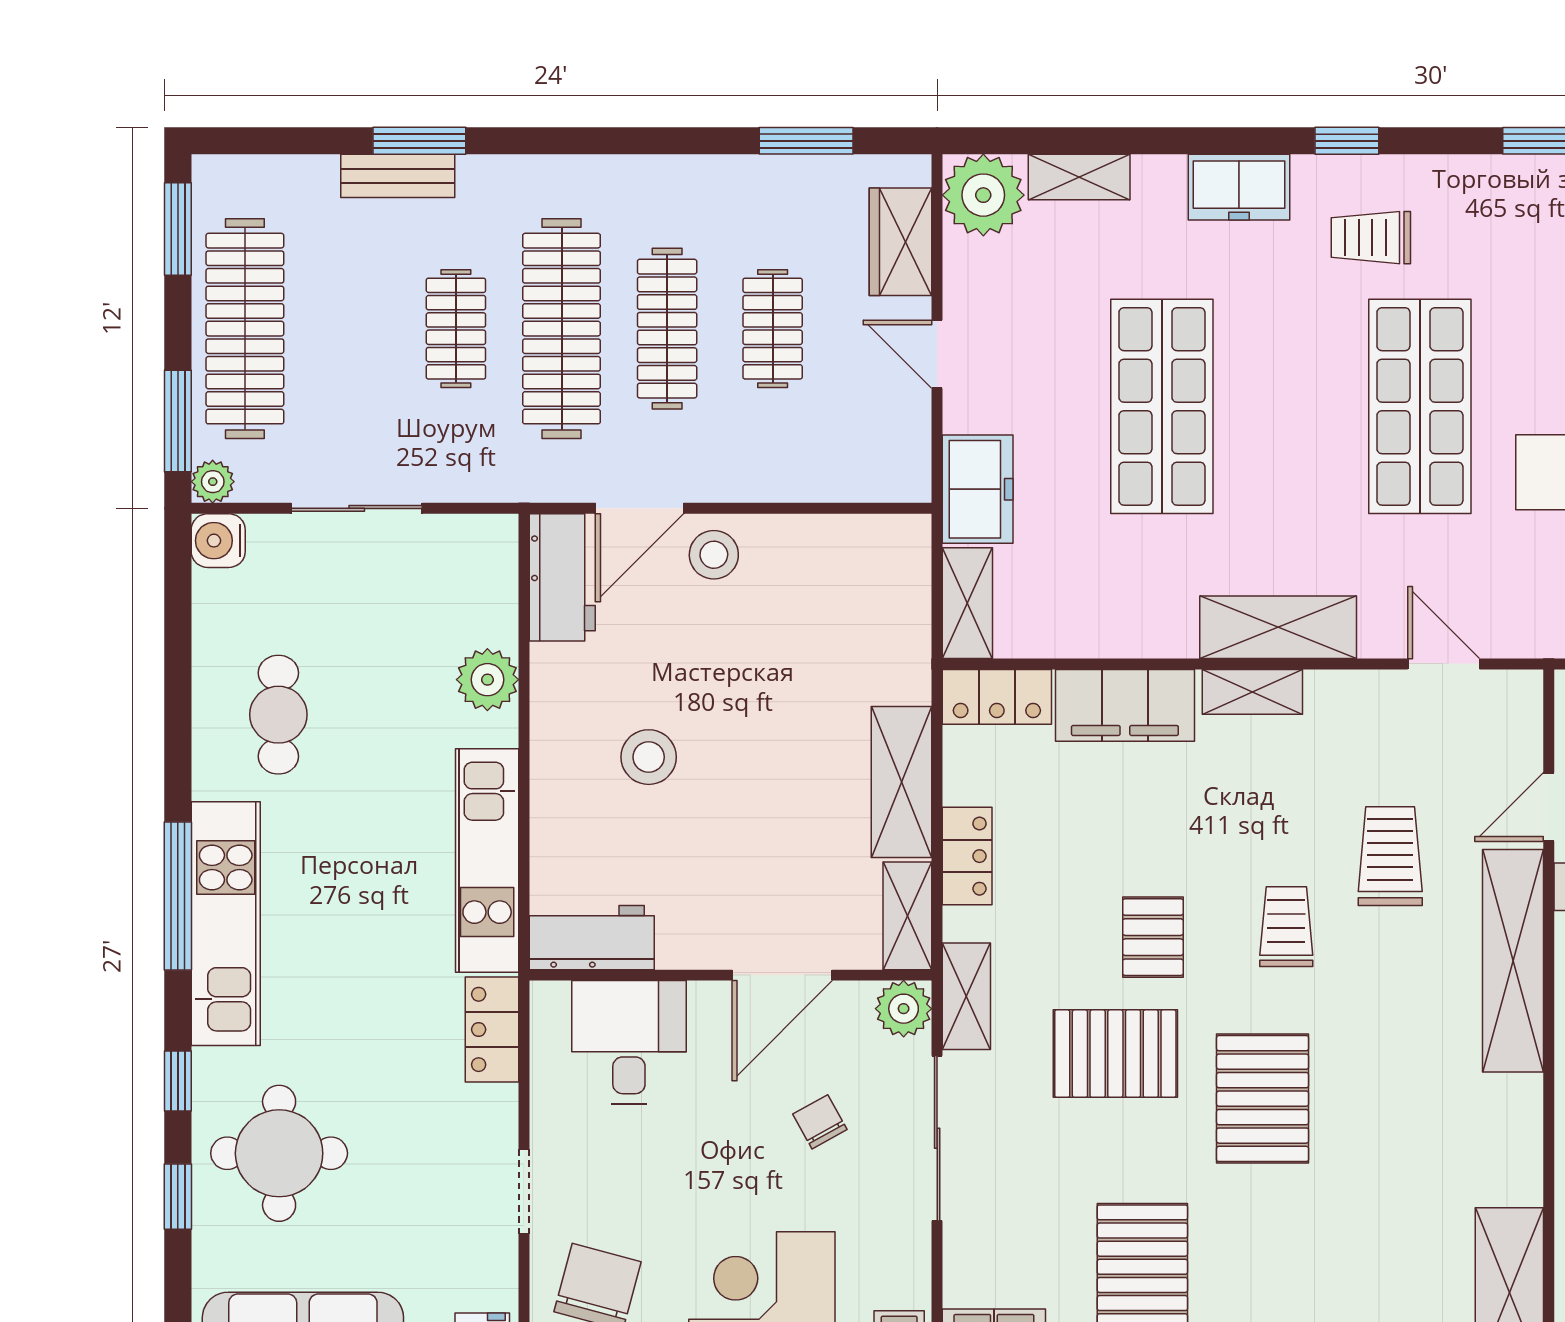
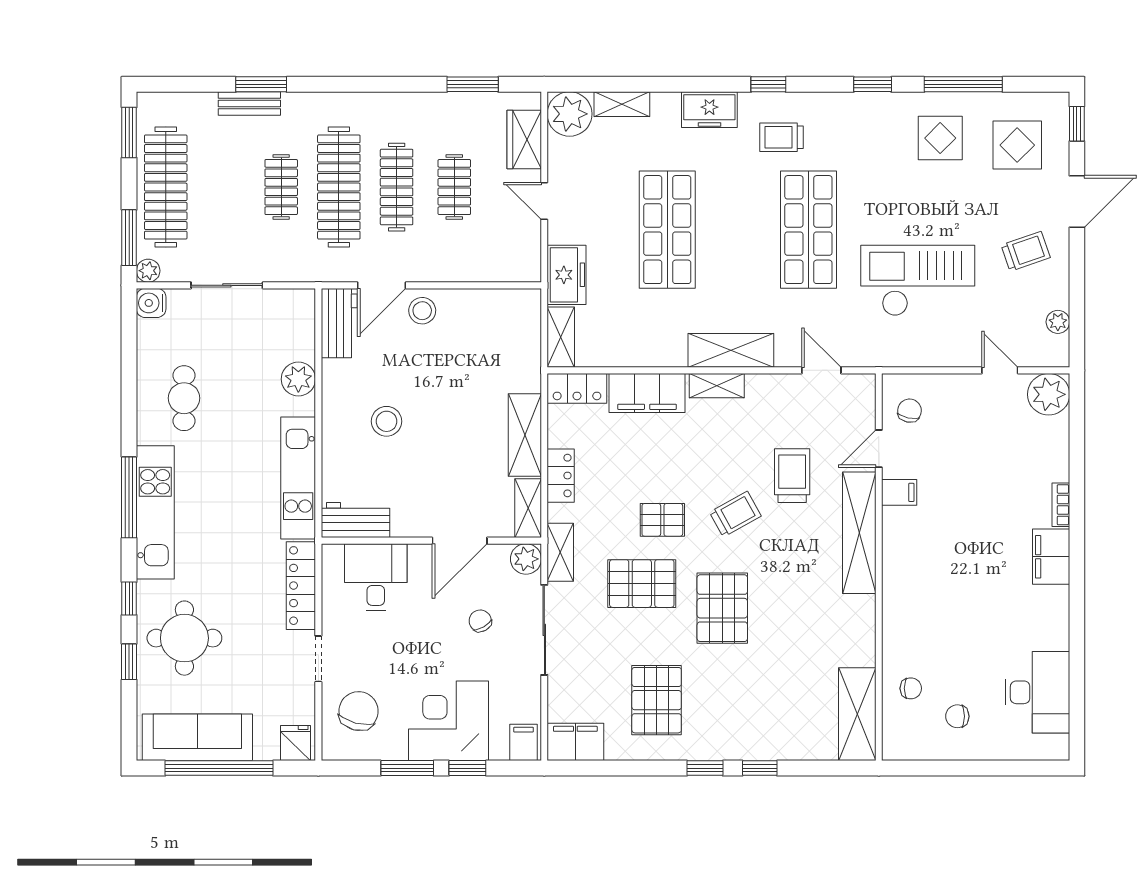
trolley: (1286, 927) -> (735, 514), turned 61
pallet: (1153, 937) -> (662, 520), turned 90
locker: (492, 1029) -> (301, 586), width x1.53

